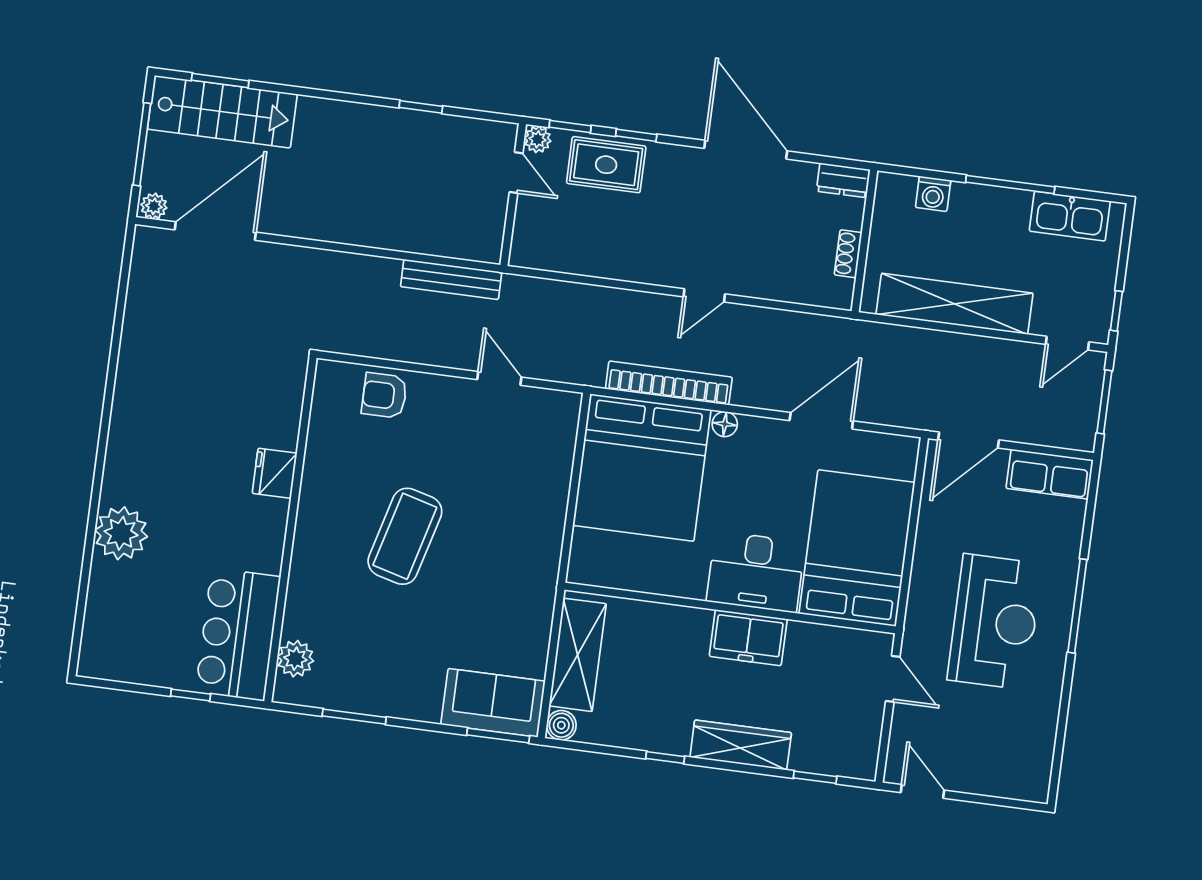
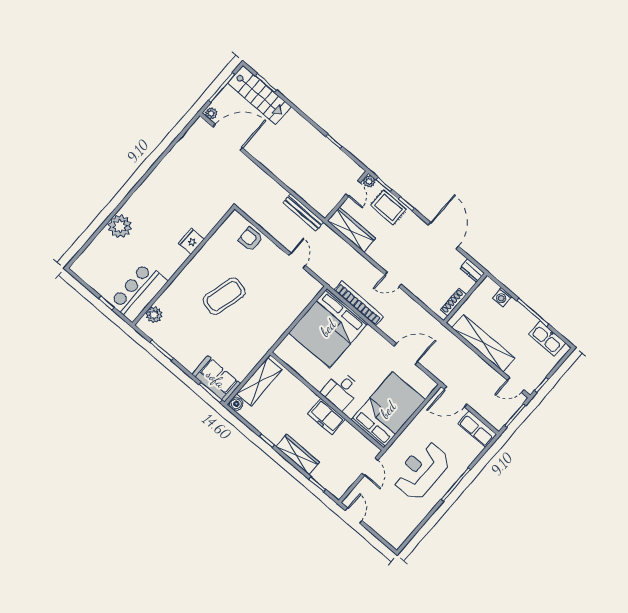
wardrobe: (564, 252) -> (351, 230), added
shoe rack: (848, 254) -> (453, 302), width x1.43
floor lamp: (725, 424) -> (369, 332), removed
desk: (756, 572) -> (341, 391), width x0.73
reception desk: (995, 622) -> (421, 470), turned 180

